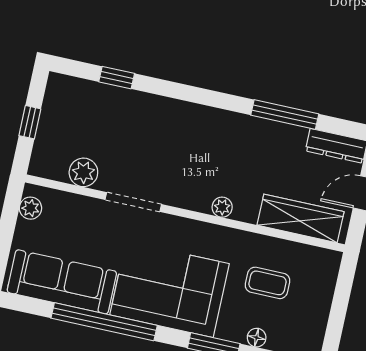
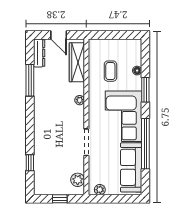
plant: (83, 172) -> (78, 180), moved

